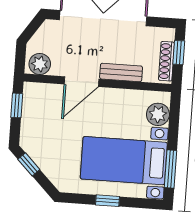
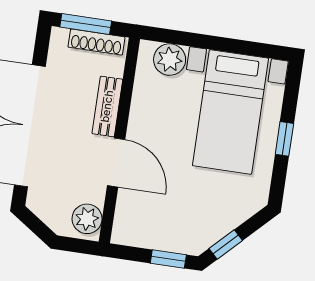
window: (179, 53) -> (86, 24), width x1.50
window: (17, 105) -> (168, 259), moved
window: (170, 169) -> (247, 48), removed

